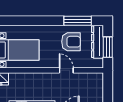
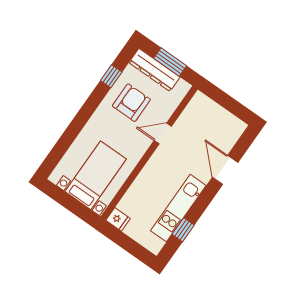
window: (78, 21) -> (111, 76), width x0.46

